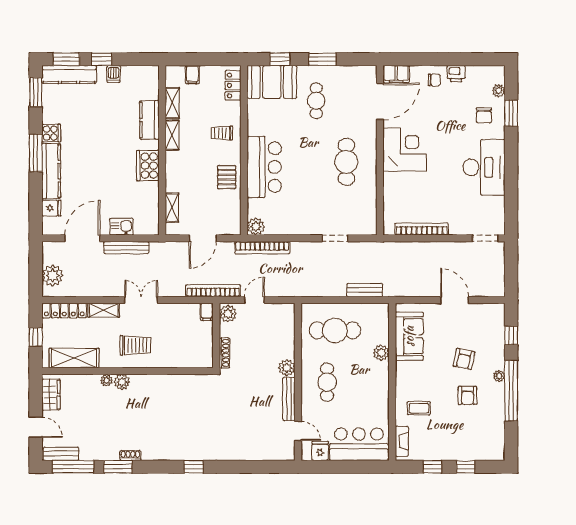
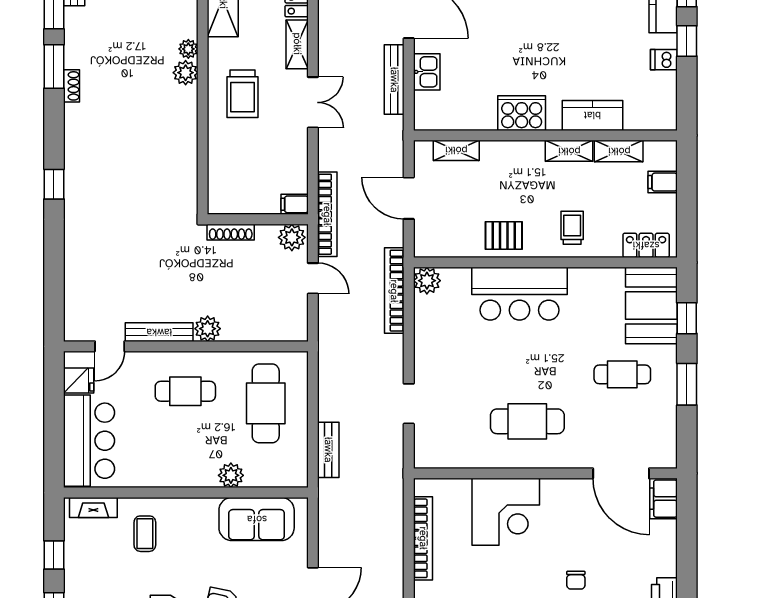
chair: (434, 80) -> (576, 580), moved
corner desk: (405, 149) -> (506, 512), moved

